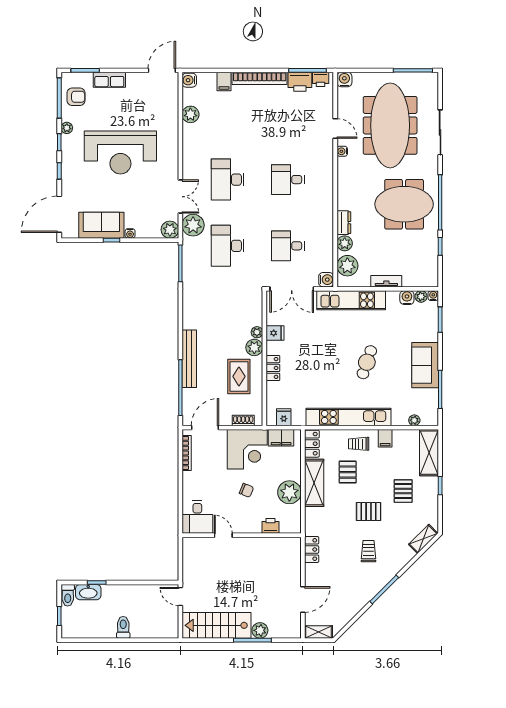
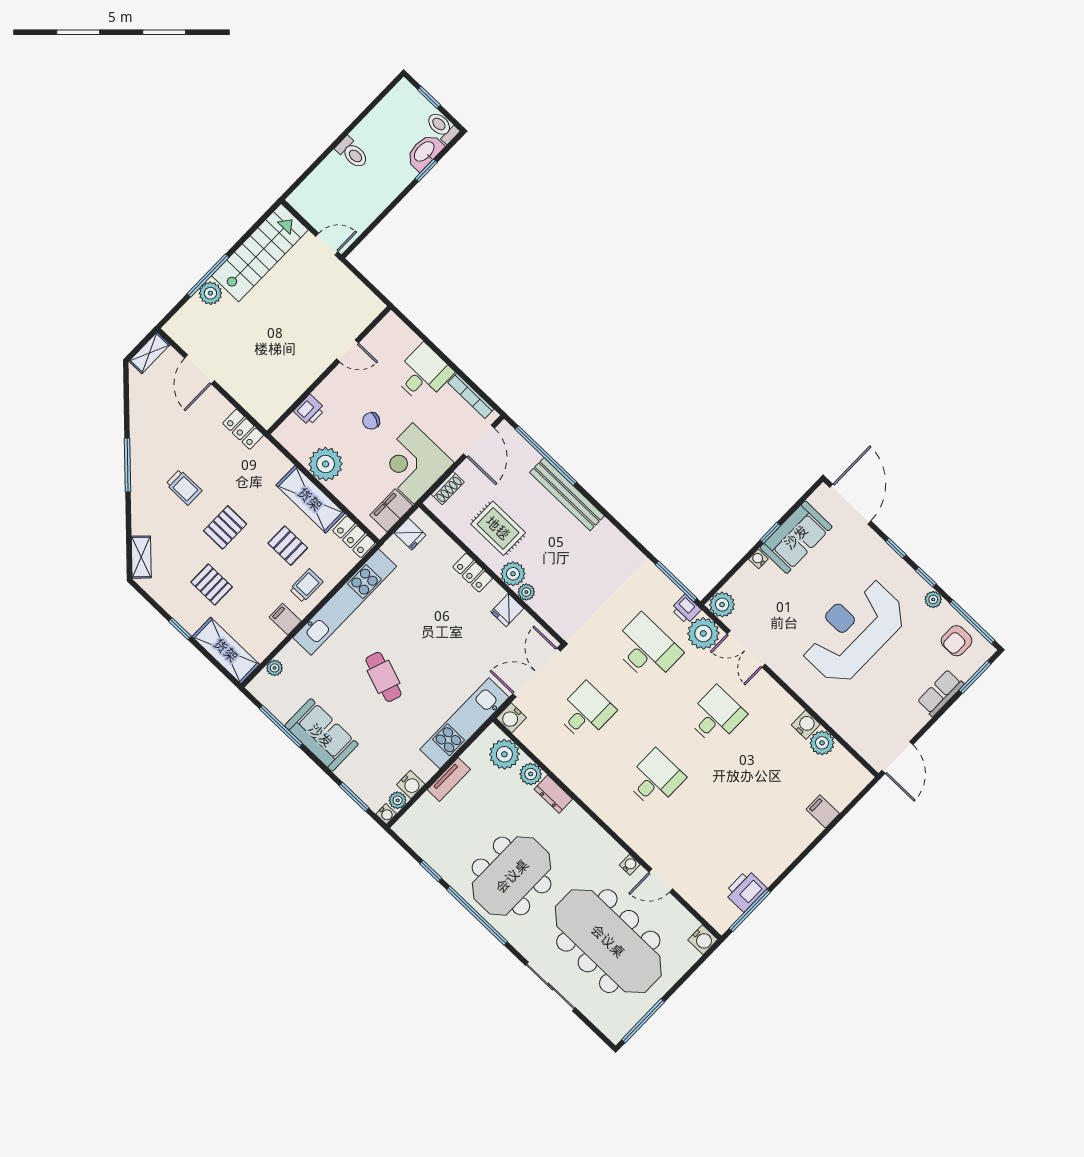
bookcase: (260, 78) -> (790, 852), removed
printer: (321, 79) -> (686, 609), moved, turned -90
water cooler: (189, 80) -> (806, 725), moved
desk: (228, 180) -> (716, 716), width x0.73
desk: (197, 517) -> (423, 374), moved, turned 90

